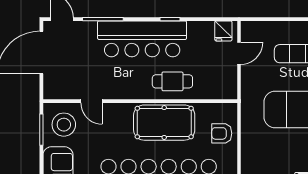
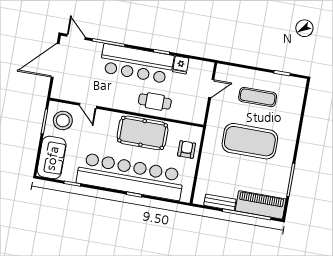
fridge: (223, 31) -> (181, 65), moved
armchair: (222, 133) -> (187, 149), turned 90

